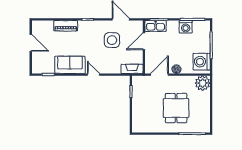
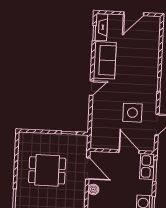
piano: (66, 26) -> (153, 57), removed
fireplace: (132, 69) -> (101, 27), moved
dining table: (176, 108) -> (47, 170), moved

